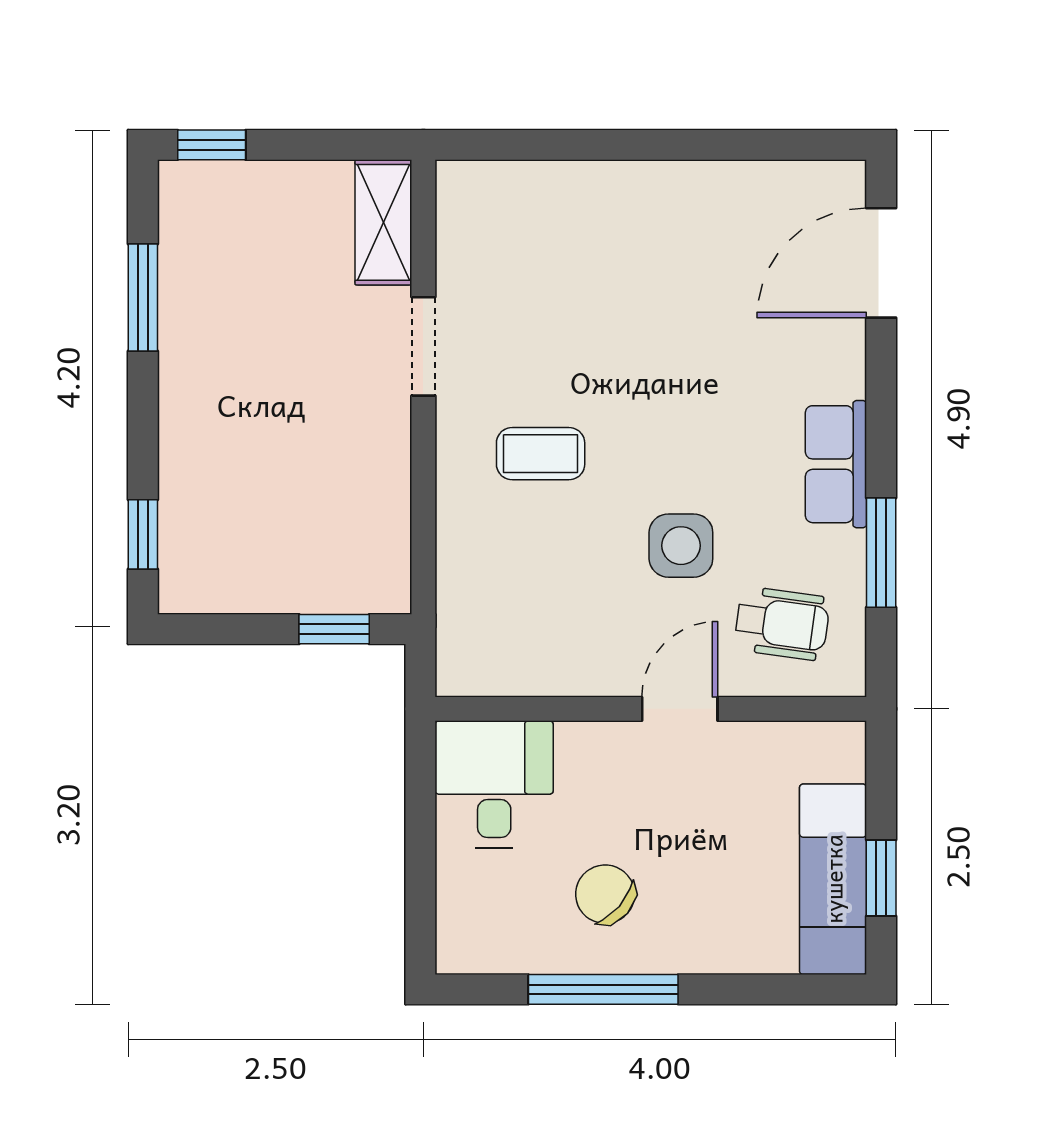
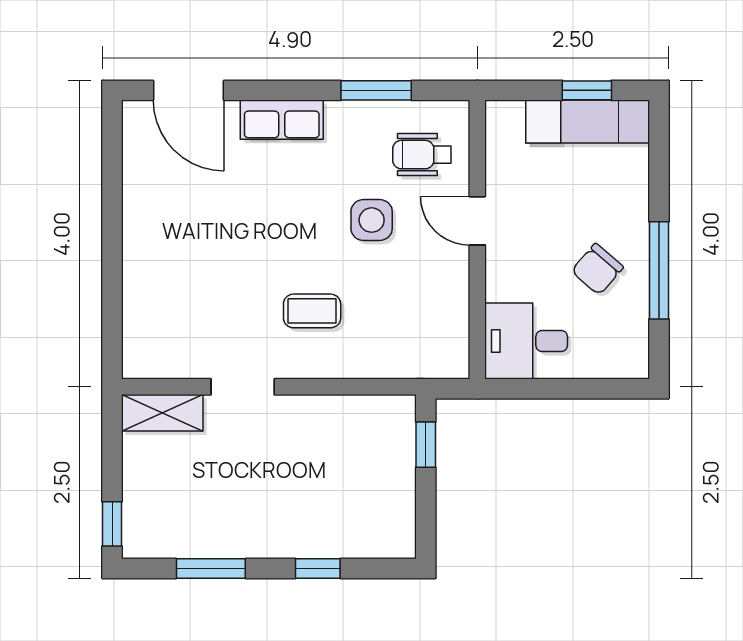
coffee table: (541, 454) -> (312, 311), turned 90
row of seats: (836, 464) -> (282, 120), moved
window: (143, 534) -> (318, 568), moved
wheelchair: (782, 623) -> (422, 155), turned -98

